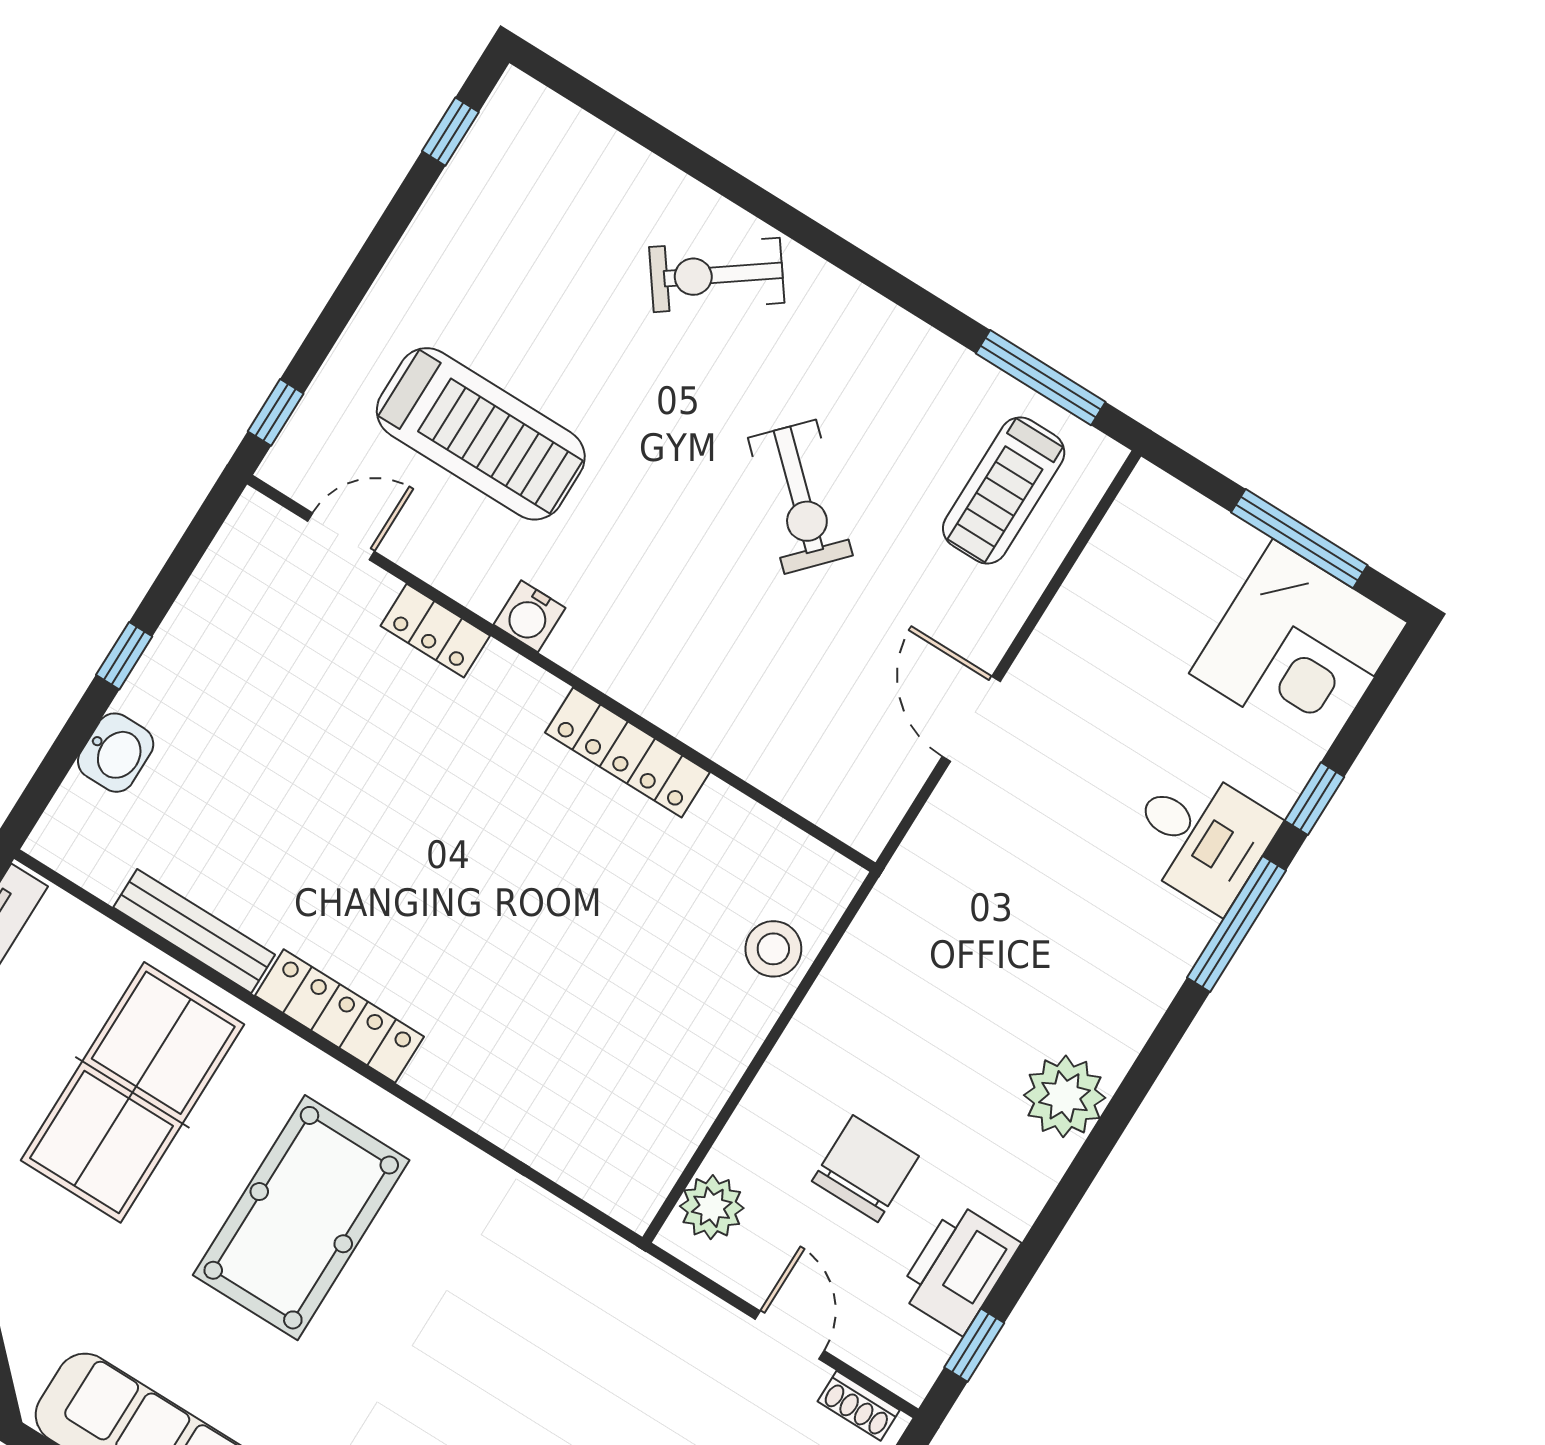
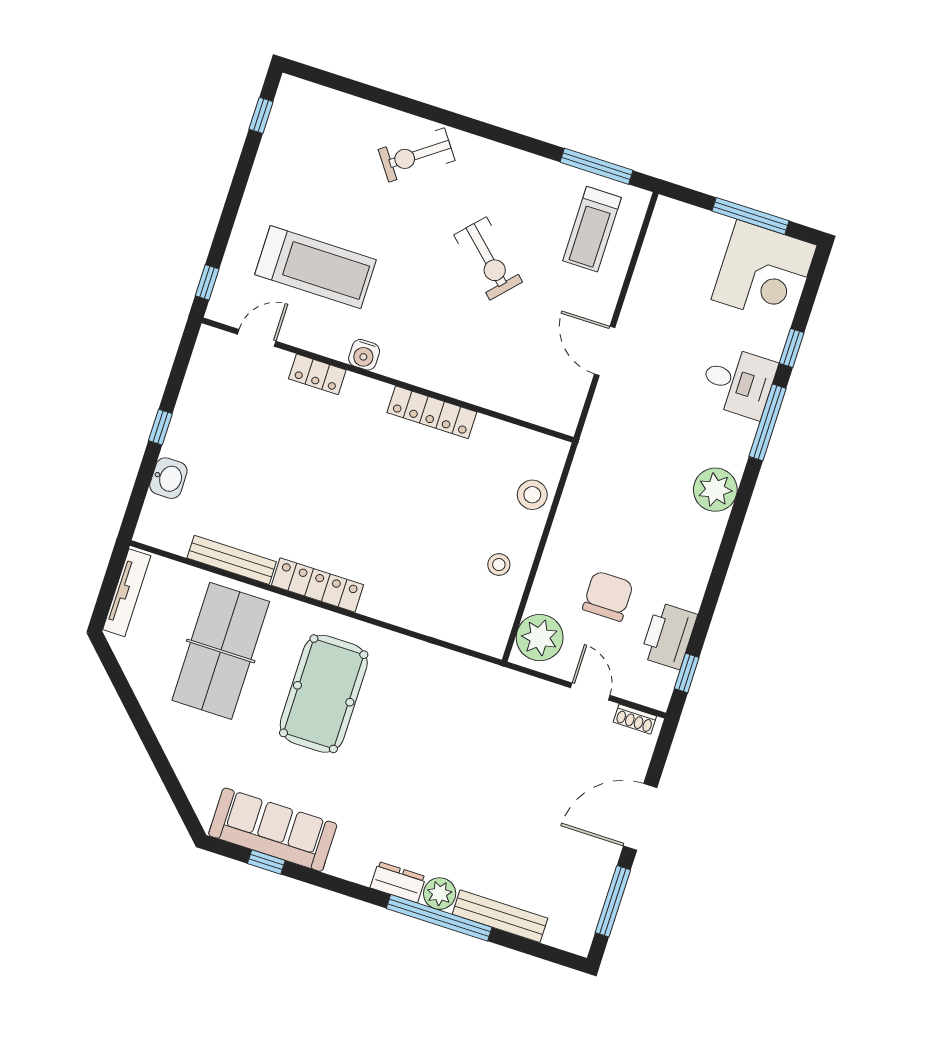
stool: (680, 1061) -> (499, 565), added
plant: (1065, 1096) -> (715, 490), moved
plant: (712, 1207) -> (540, 638), width x1.36, depth x1.36

